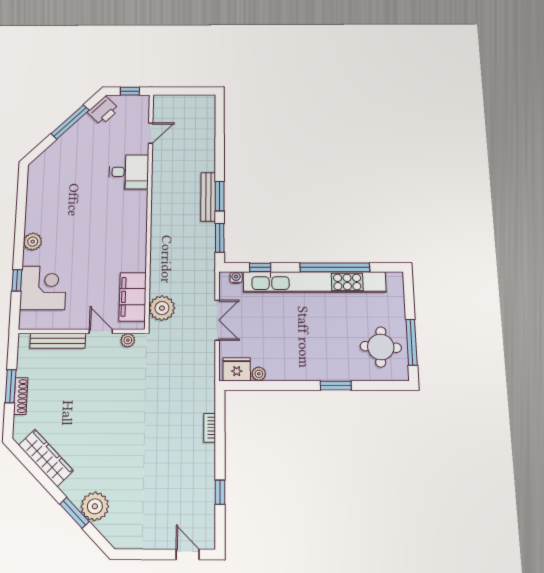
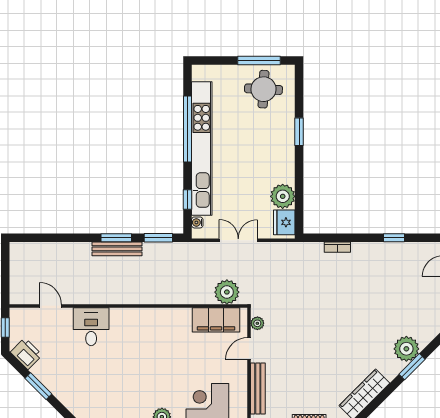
window: (70, 122) -> (38, 386), width x0.69
plant: (259, 374) -> (283, 196), width x1.88, depth x1.88

